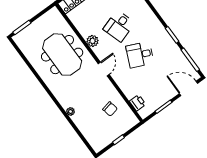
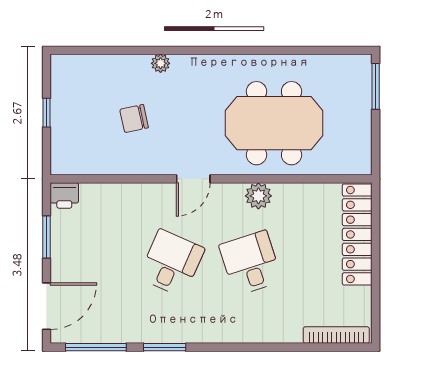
door: (104, 69) -> (193, 179), hinge flipped
printer: (138, 103) -> (64, 195), moved
chair: (110, 109) -> (134, 119), moved

